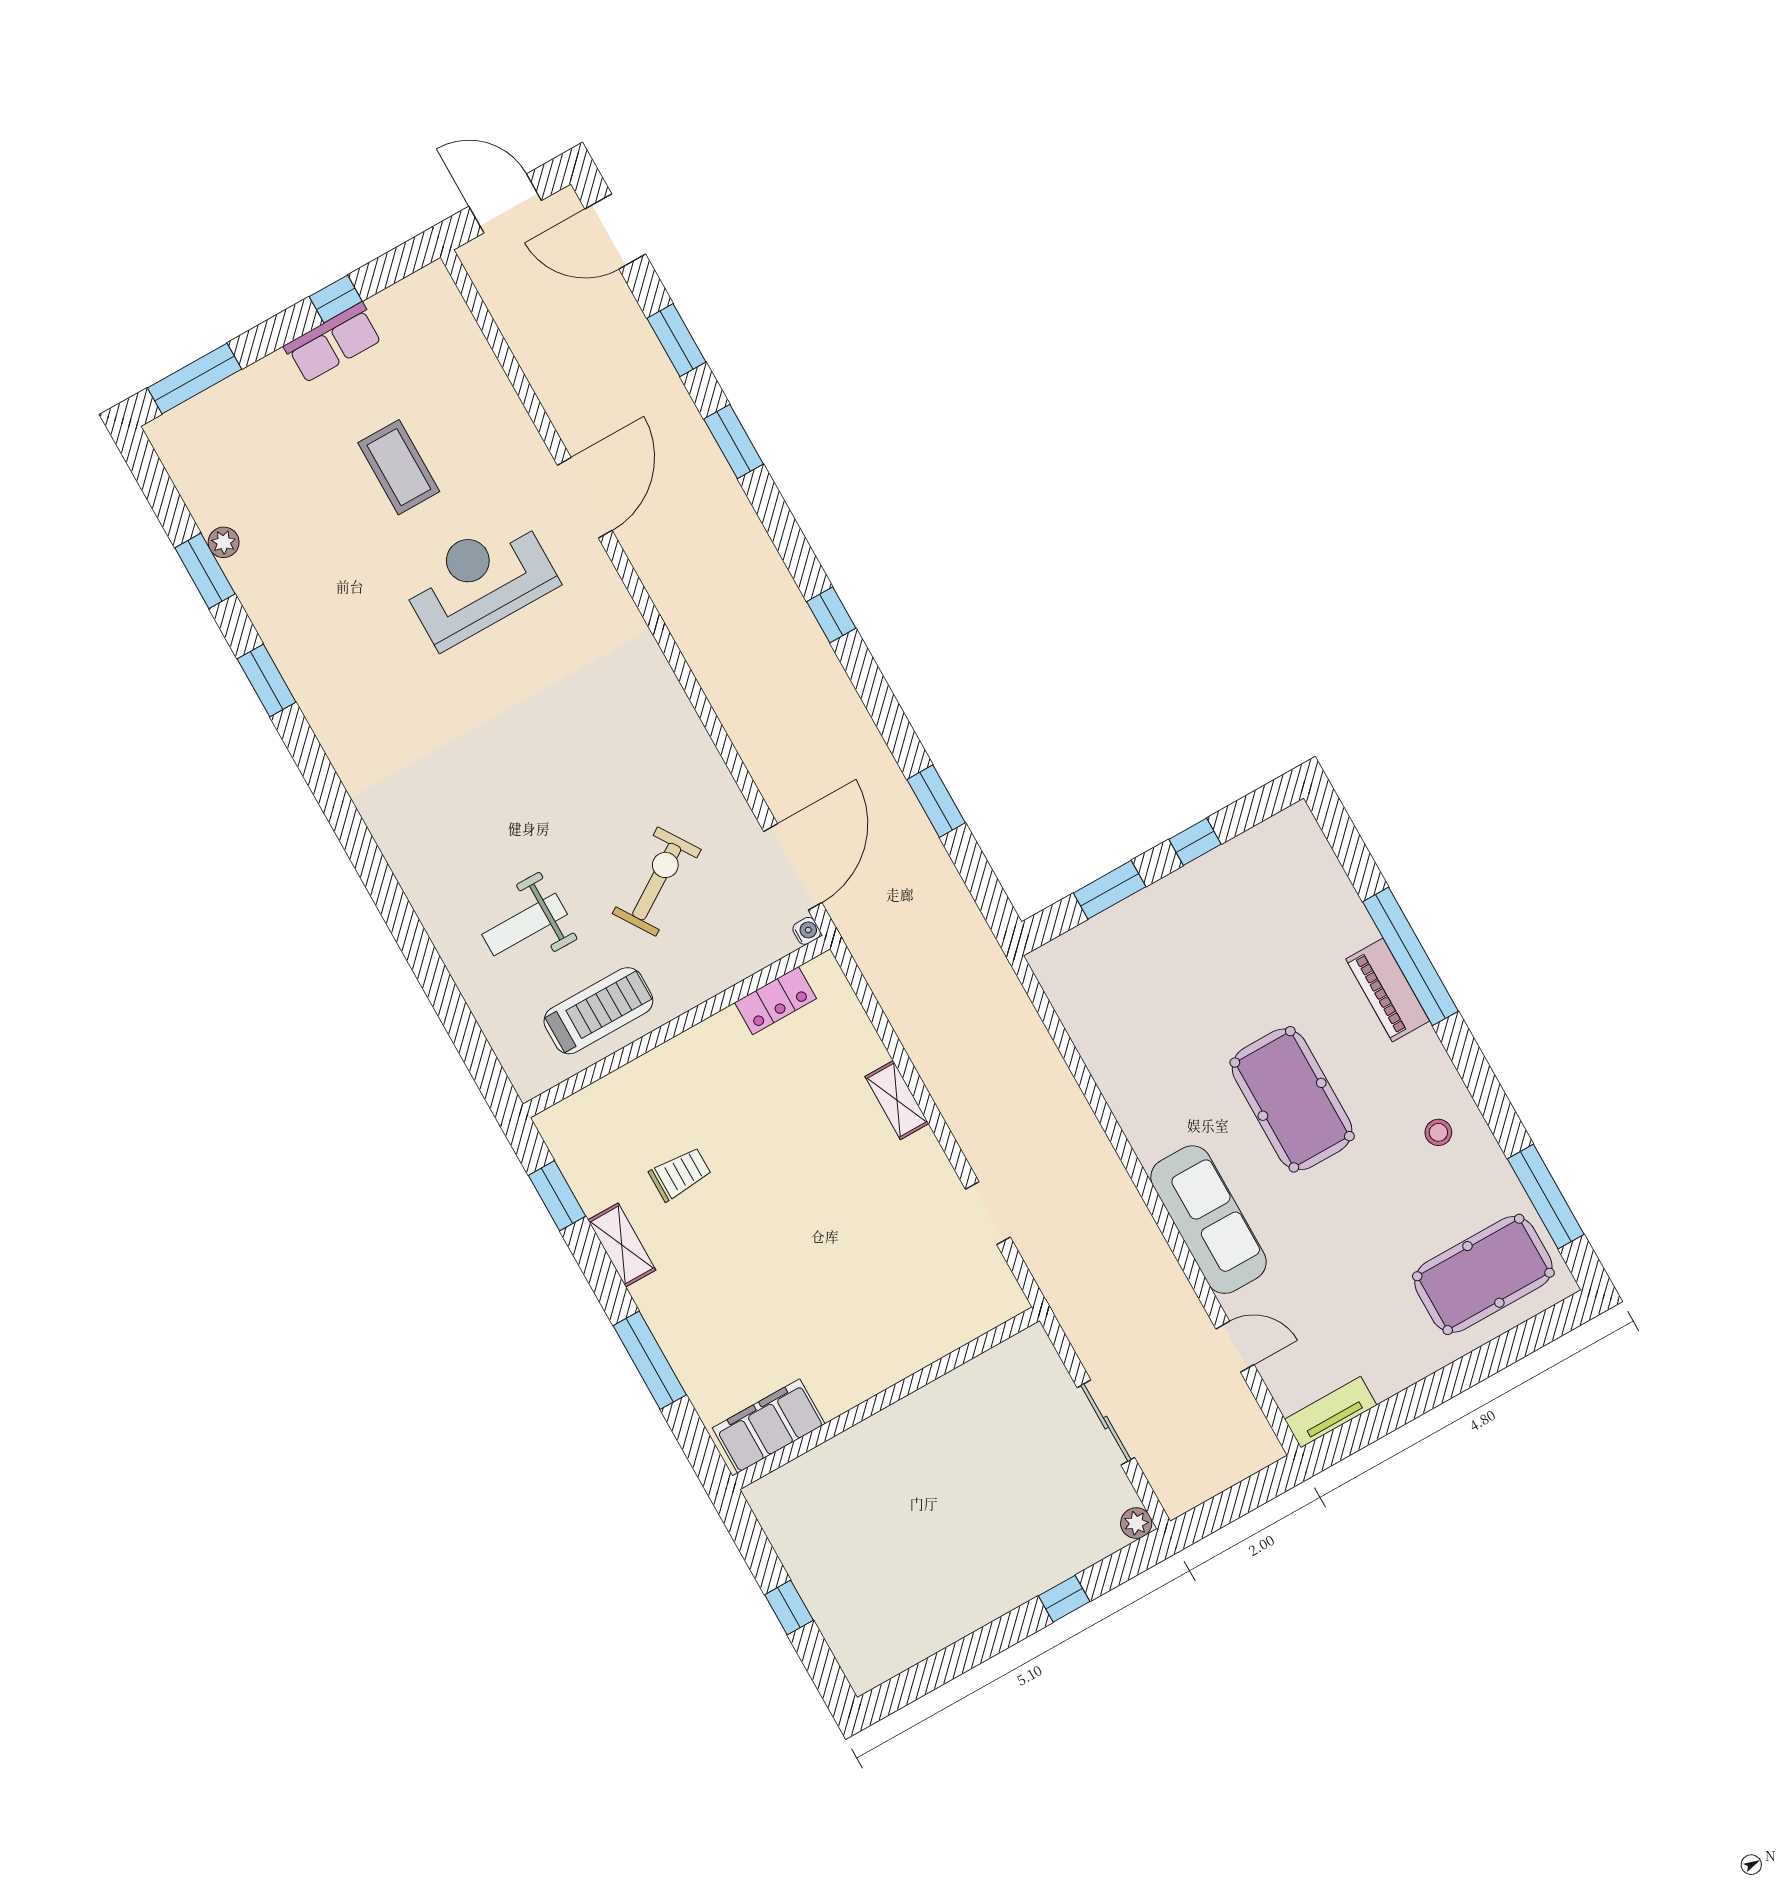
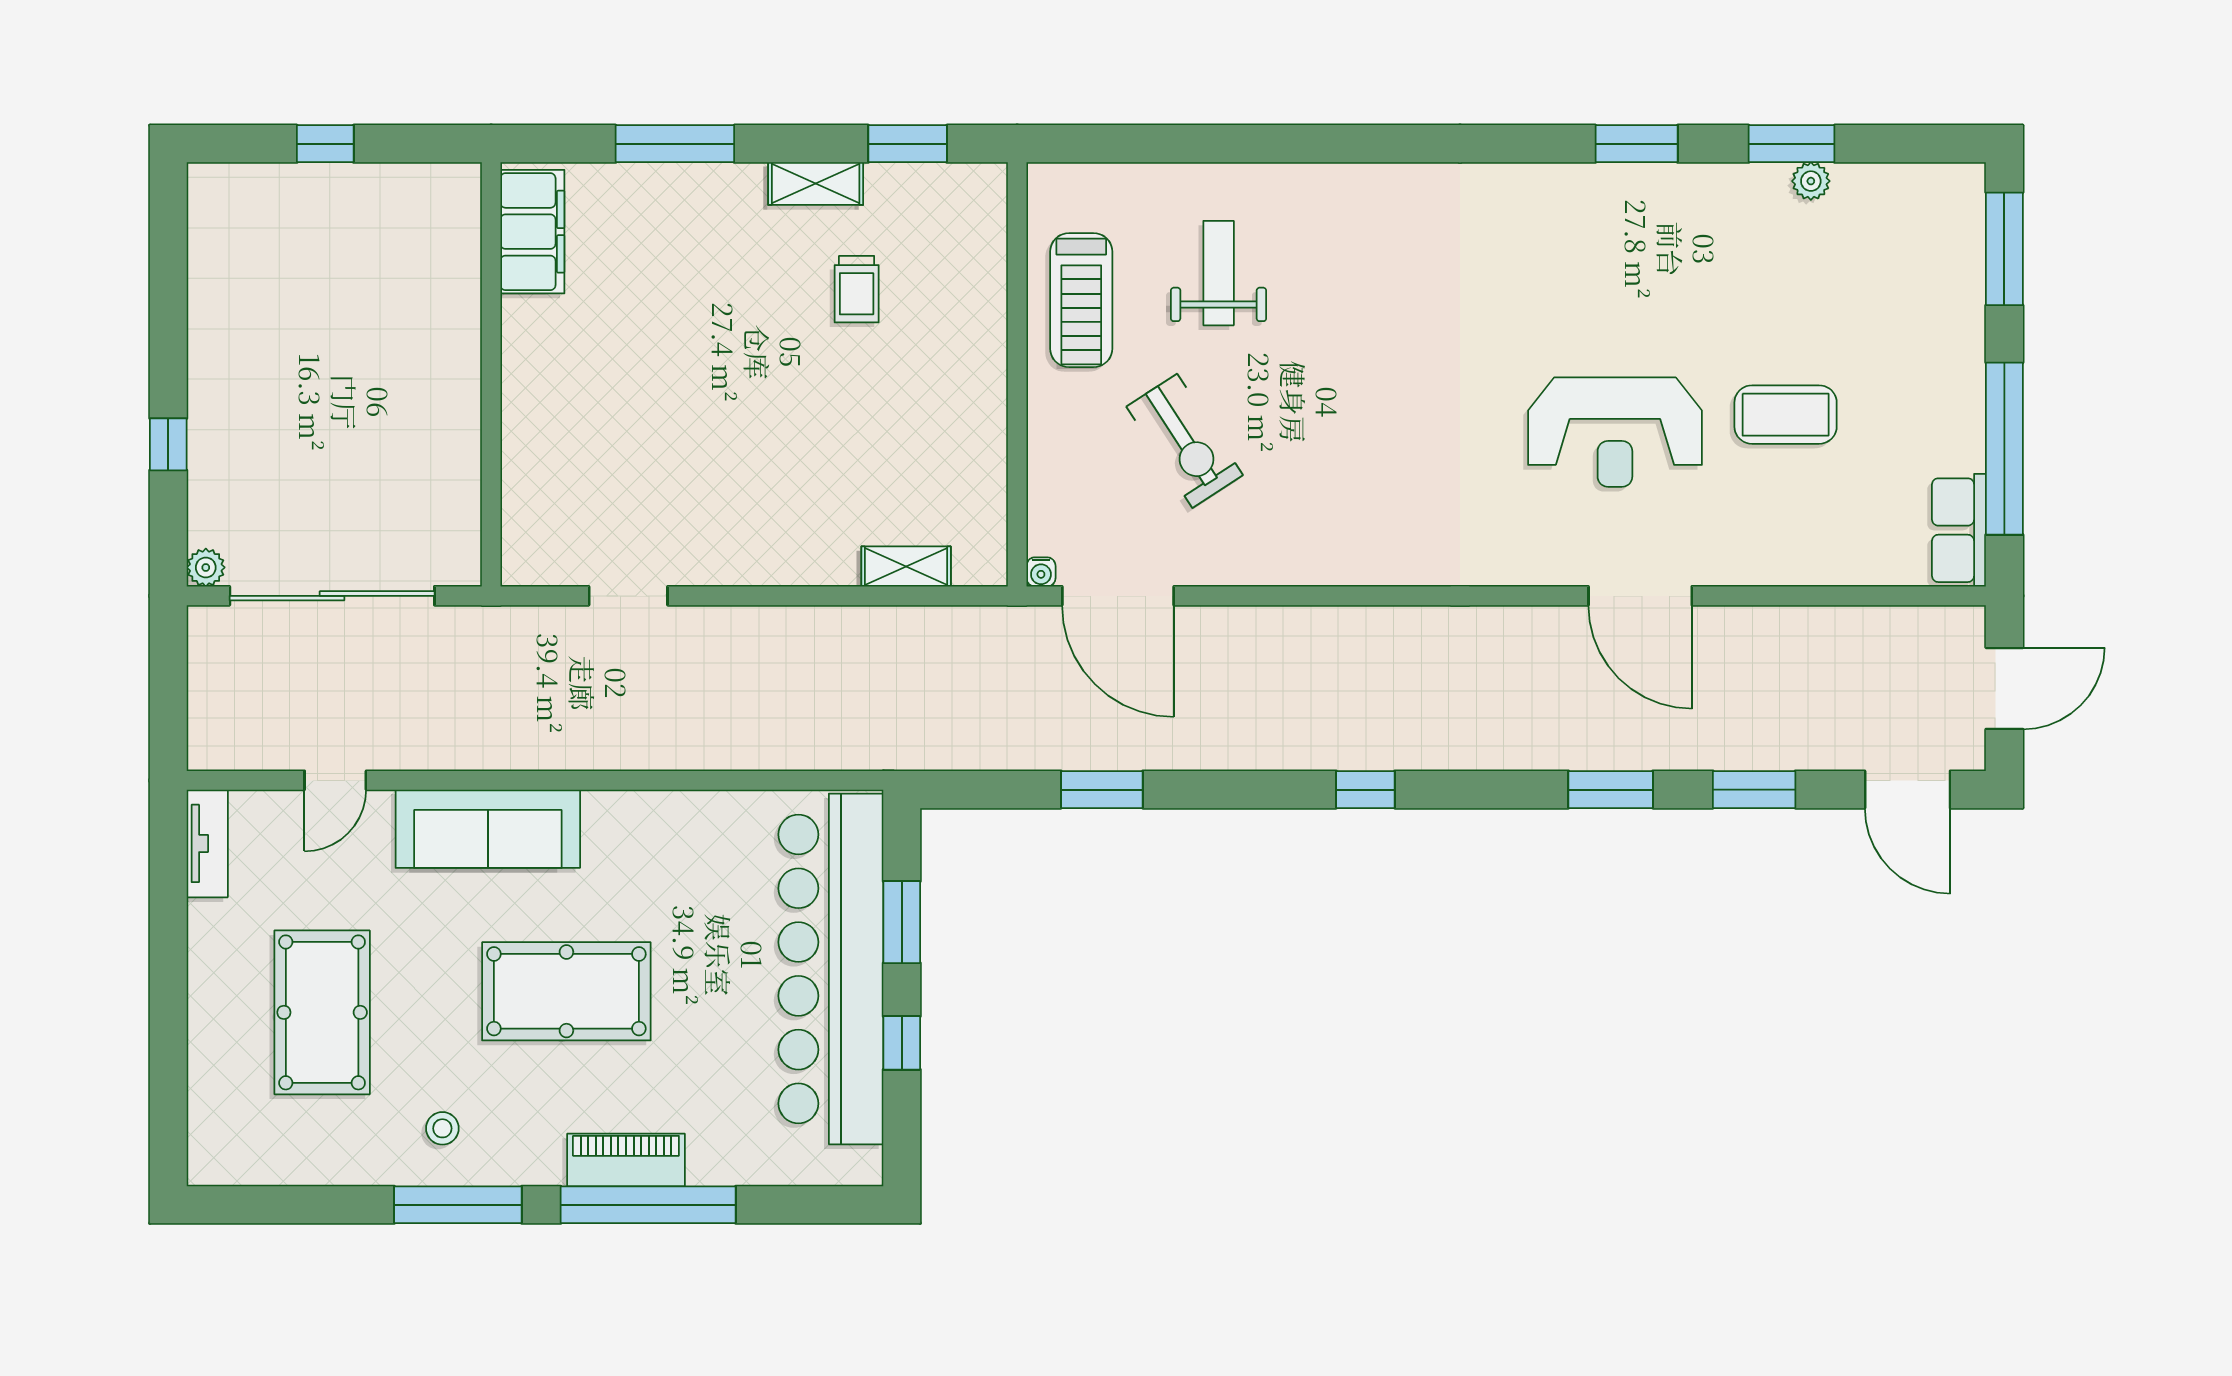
door: (615, 232) -> (1908, 790), swing flipped
window: (336, 299) -> (2004, 449), width x3.17
row of seats: (333, 343) -> (1959, 530), moved
reception desk: (479, 581) -> (1615, 432), turned 90
bar counter: (1171, 921) -> (831, 969), added
locker: (775, 1001) -> (985, 496), removed
shelving: (897, 1100) -> (906, 566), moved
window: (1546, 1197) -> (458, 1205), moved
pool table: (1483, 1274) -> (322, 1012), moved
sliding door: (1106, 1423) -> (332, 596), width x1.86

